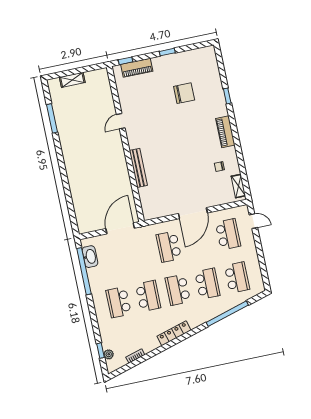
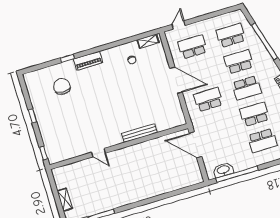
piano: (137, 68) -> (49, 142), removed
chair: (184, 93) -> (62, 87), moved
piano: (225, 132) -> (88, 61), moved
school desk: (169, 247) -> (208, 99), turned 180

